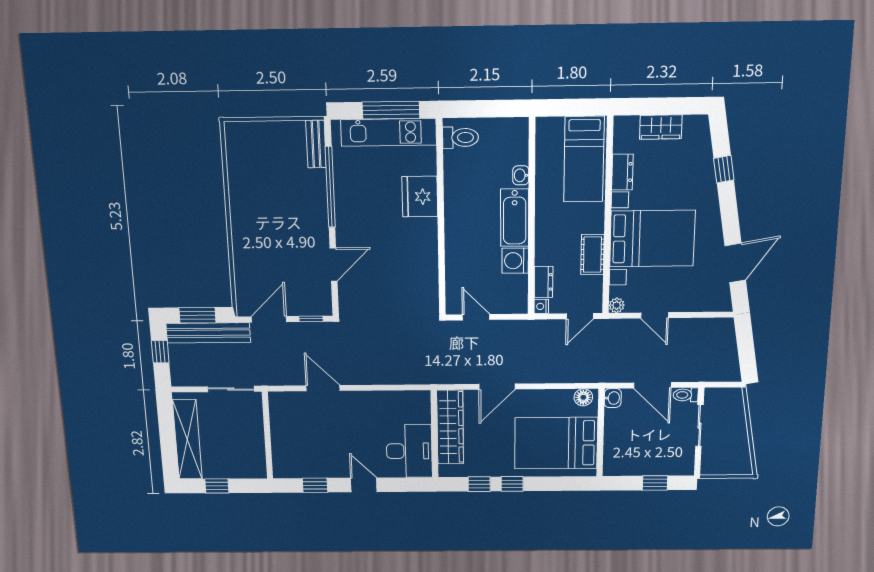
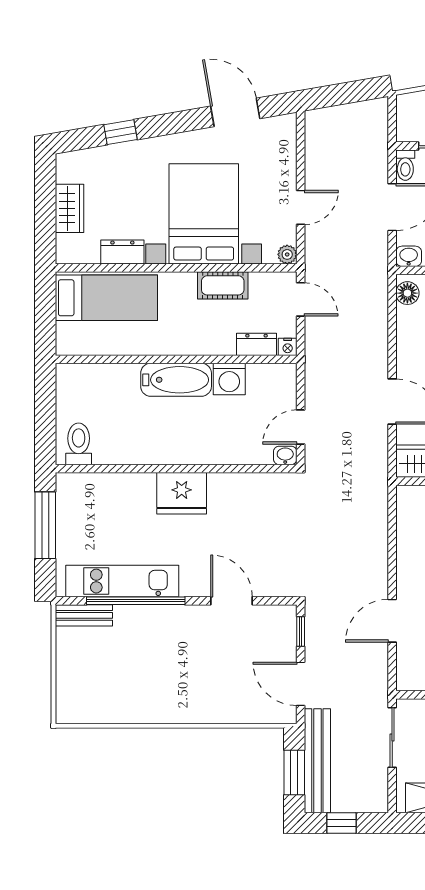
kitchen unit: (389, 132) -> (122, 581), moved, turned -90
washbasin: (521, 175) -> (285, 455), moved, turned 180
fridge: (420, 197) -> (182, 493), moved

